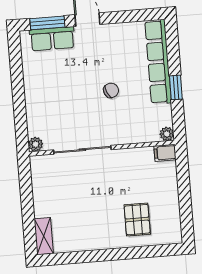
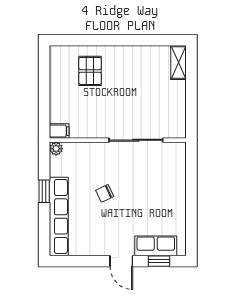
window: (47, 23) -> (159, 261), width x0.67
plant: (36, 144) -> (179, 149), removed

